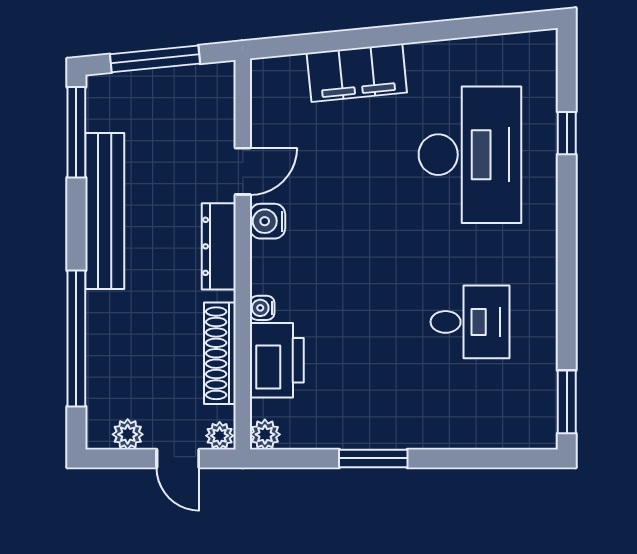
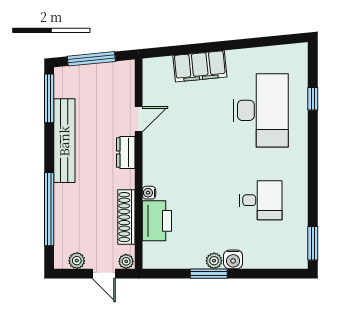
water cooler: (267, 221) -> (233, 259), moved, turned -90
dresser: (219, 246) -> (126, 153), width x0.70
plant: (265, 434) -> (214, 261), moved

